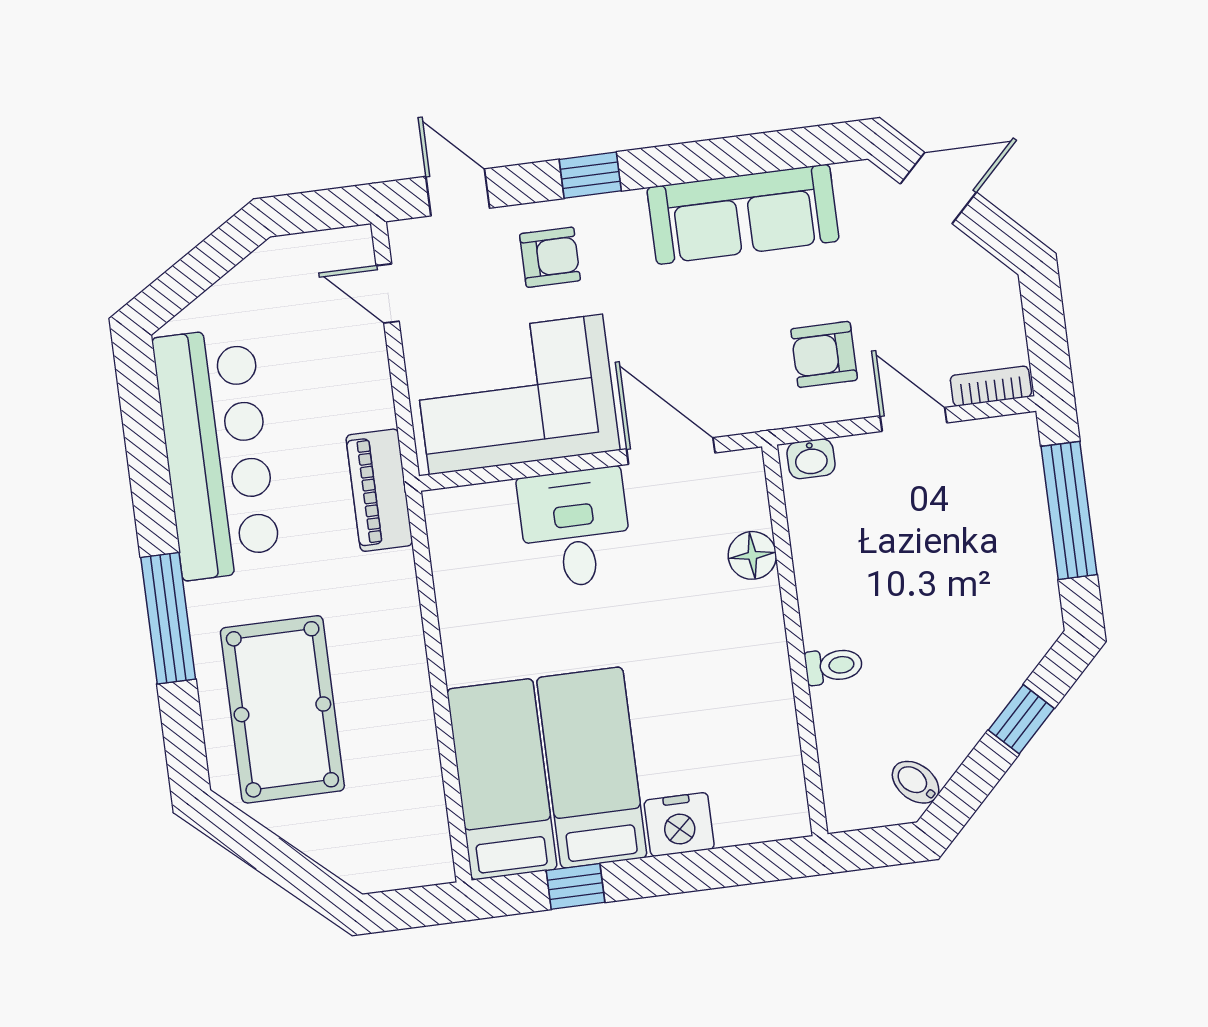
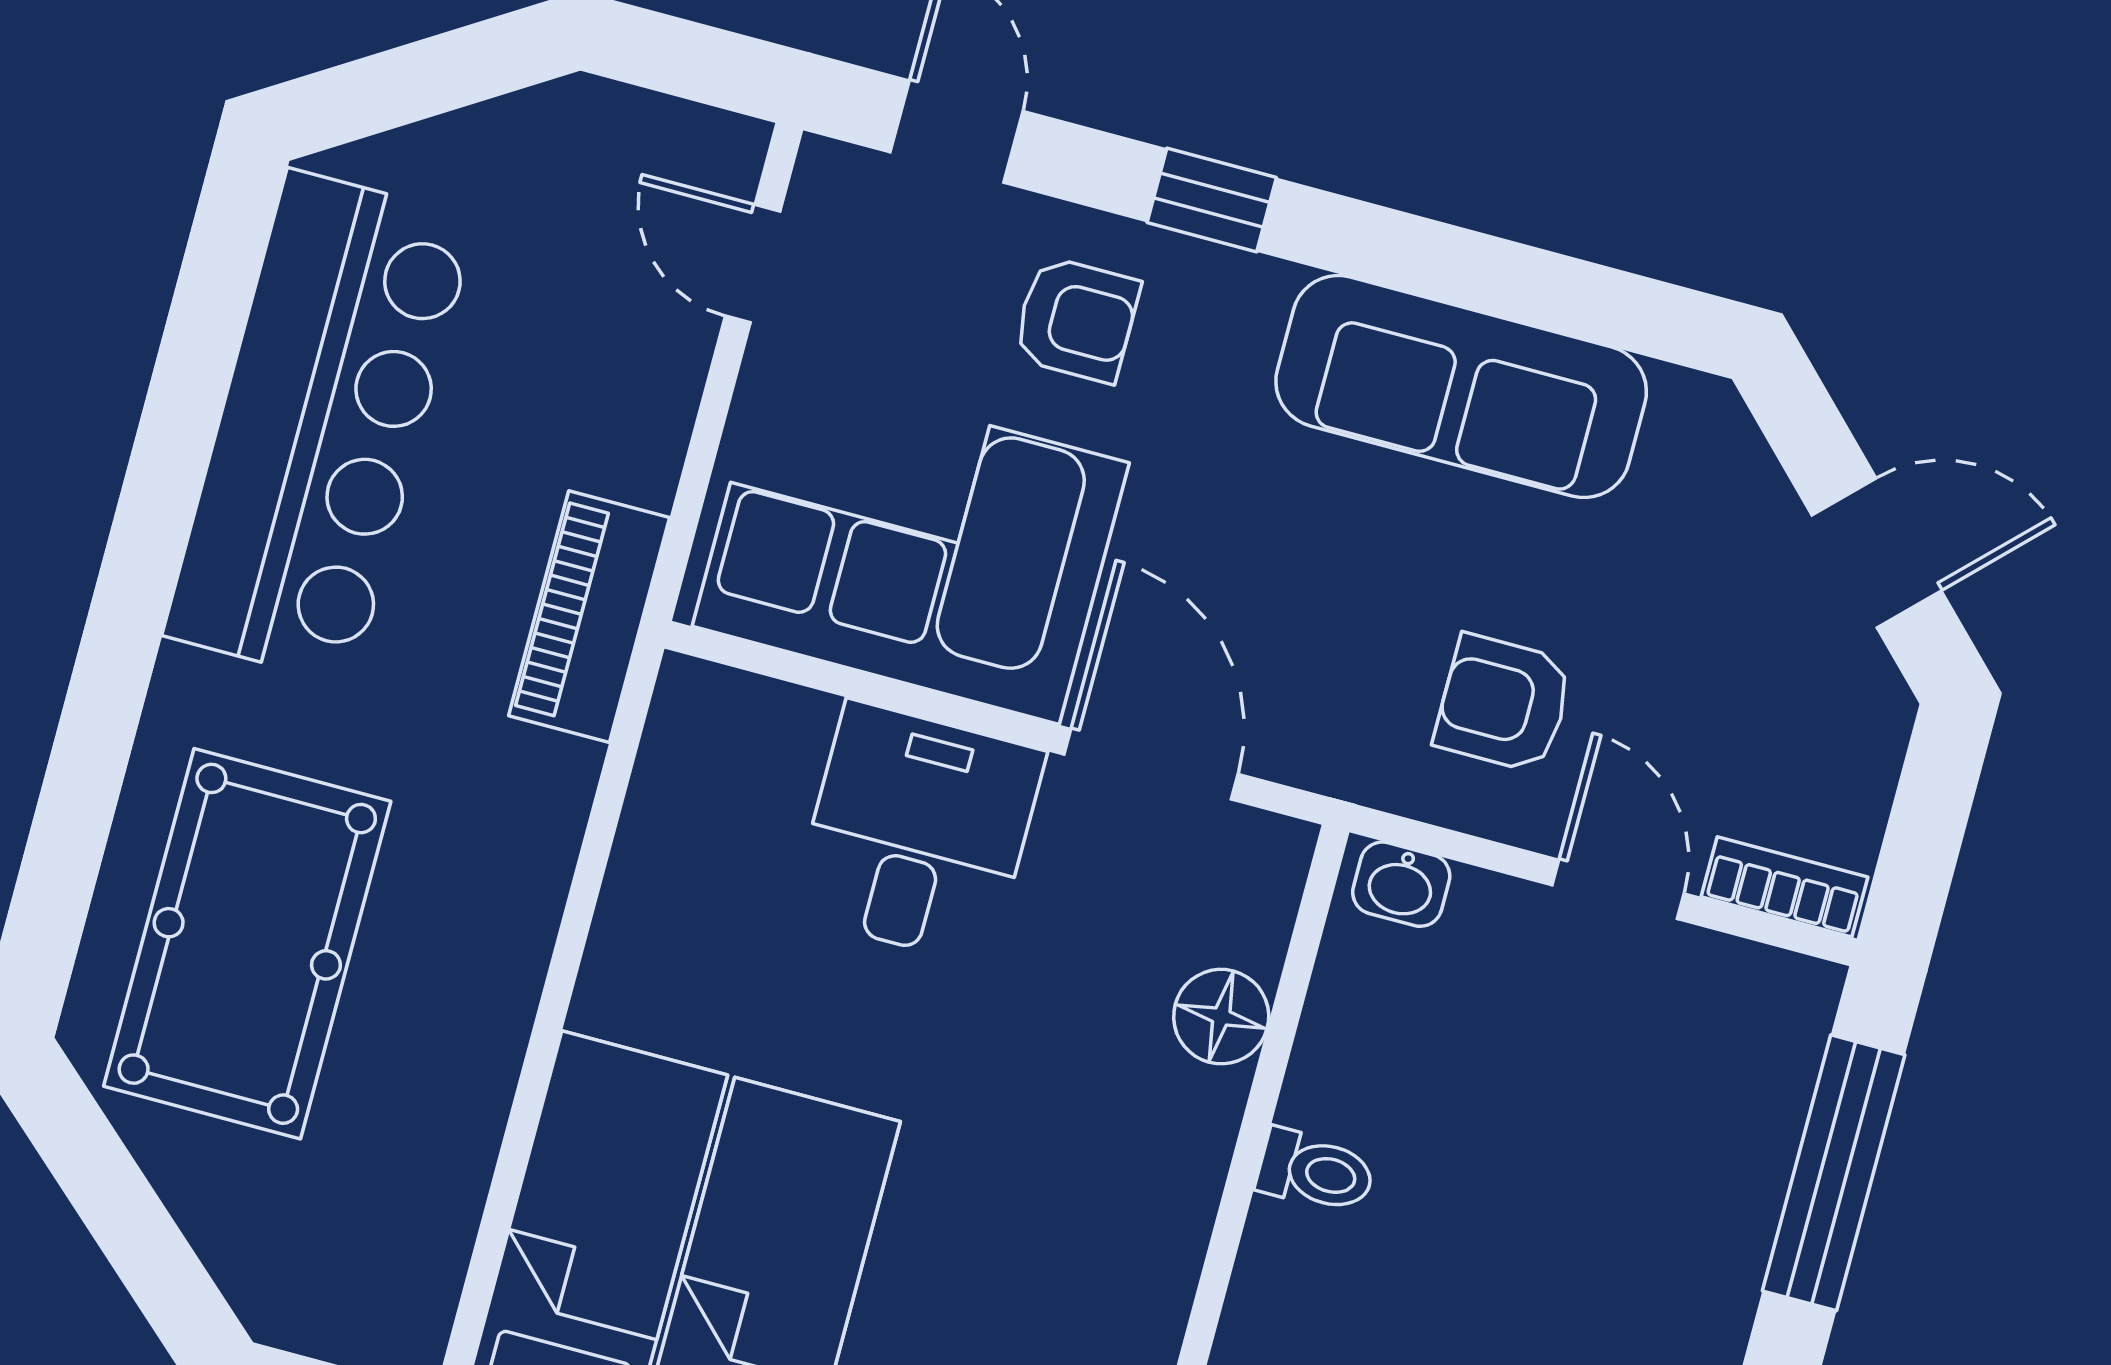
door: (938, 188) -> (1877, 553), moved
window: (168, 618) -> (107, 691), removed
toilet: (834, 666) -> (1316, 1171), moved

